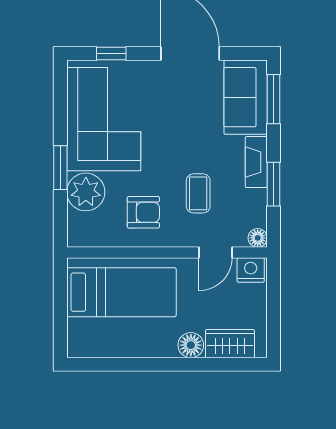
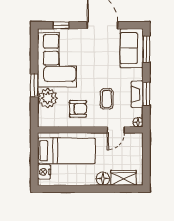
fireplace: (256, 162) -> (137, 94), moved
nightstand: (251, 270) -> (44, 172), moved, turned -90

